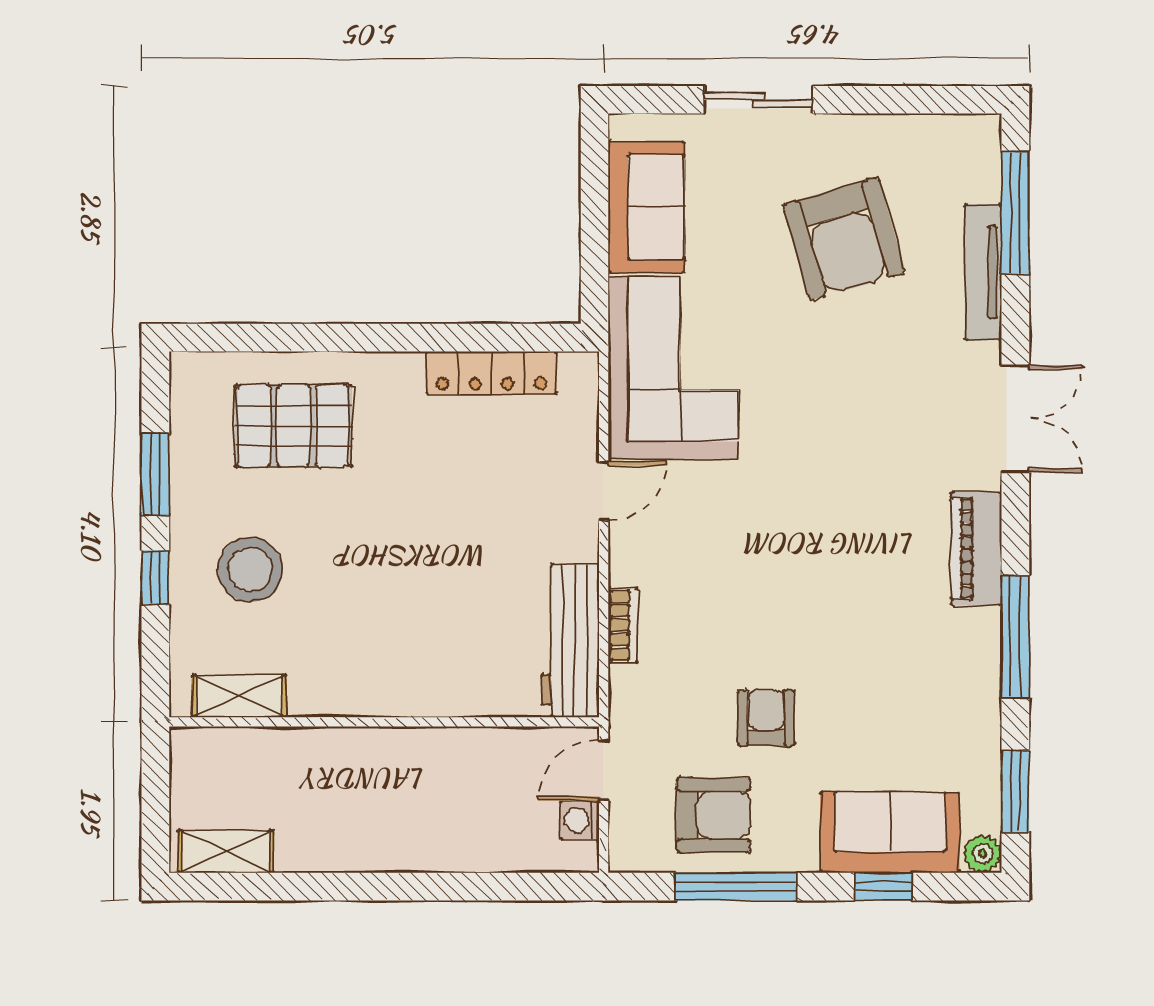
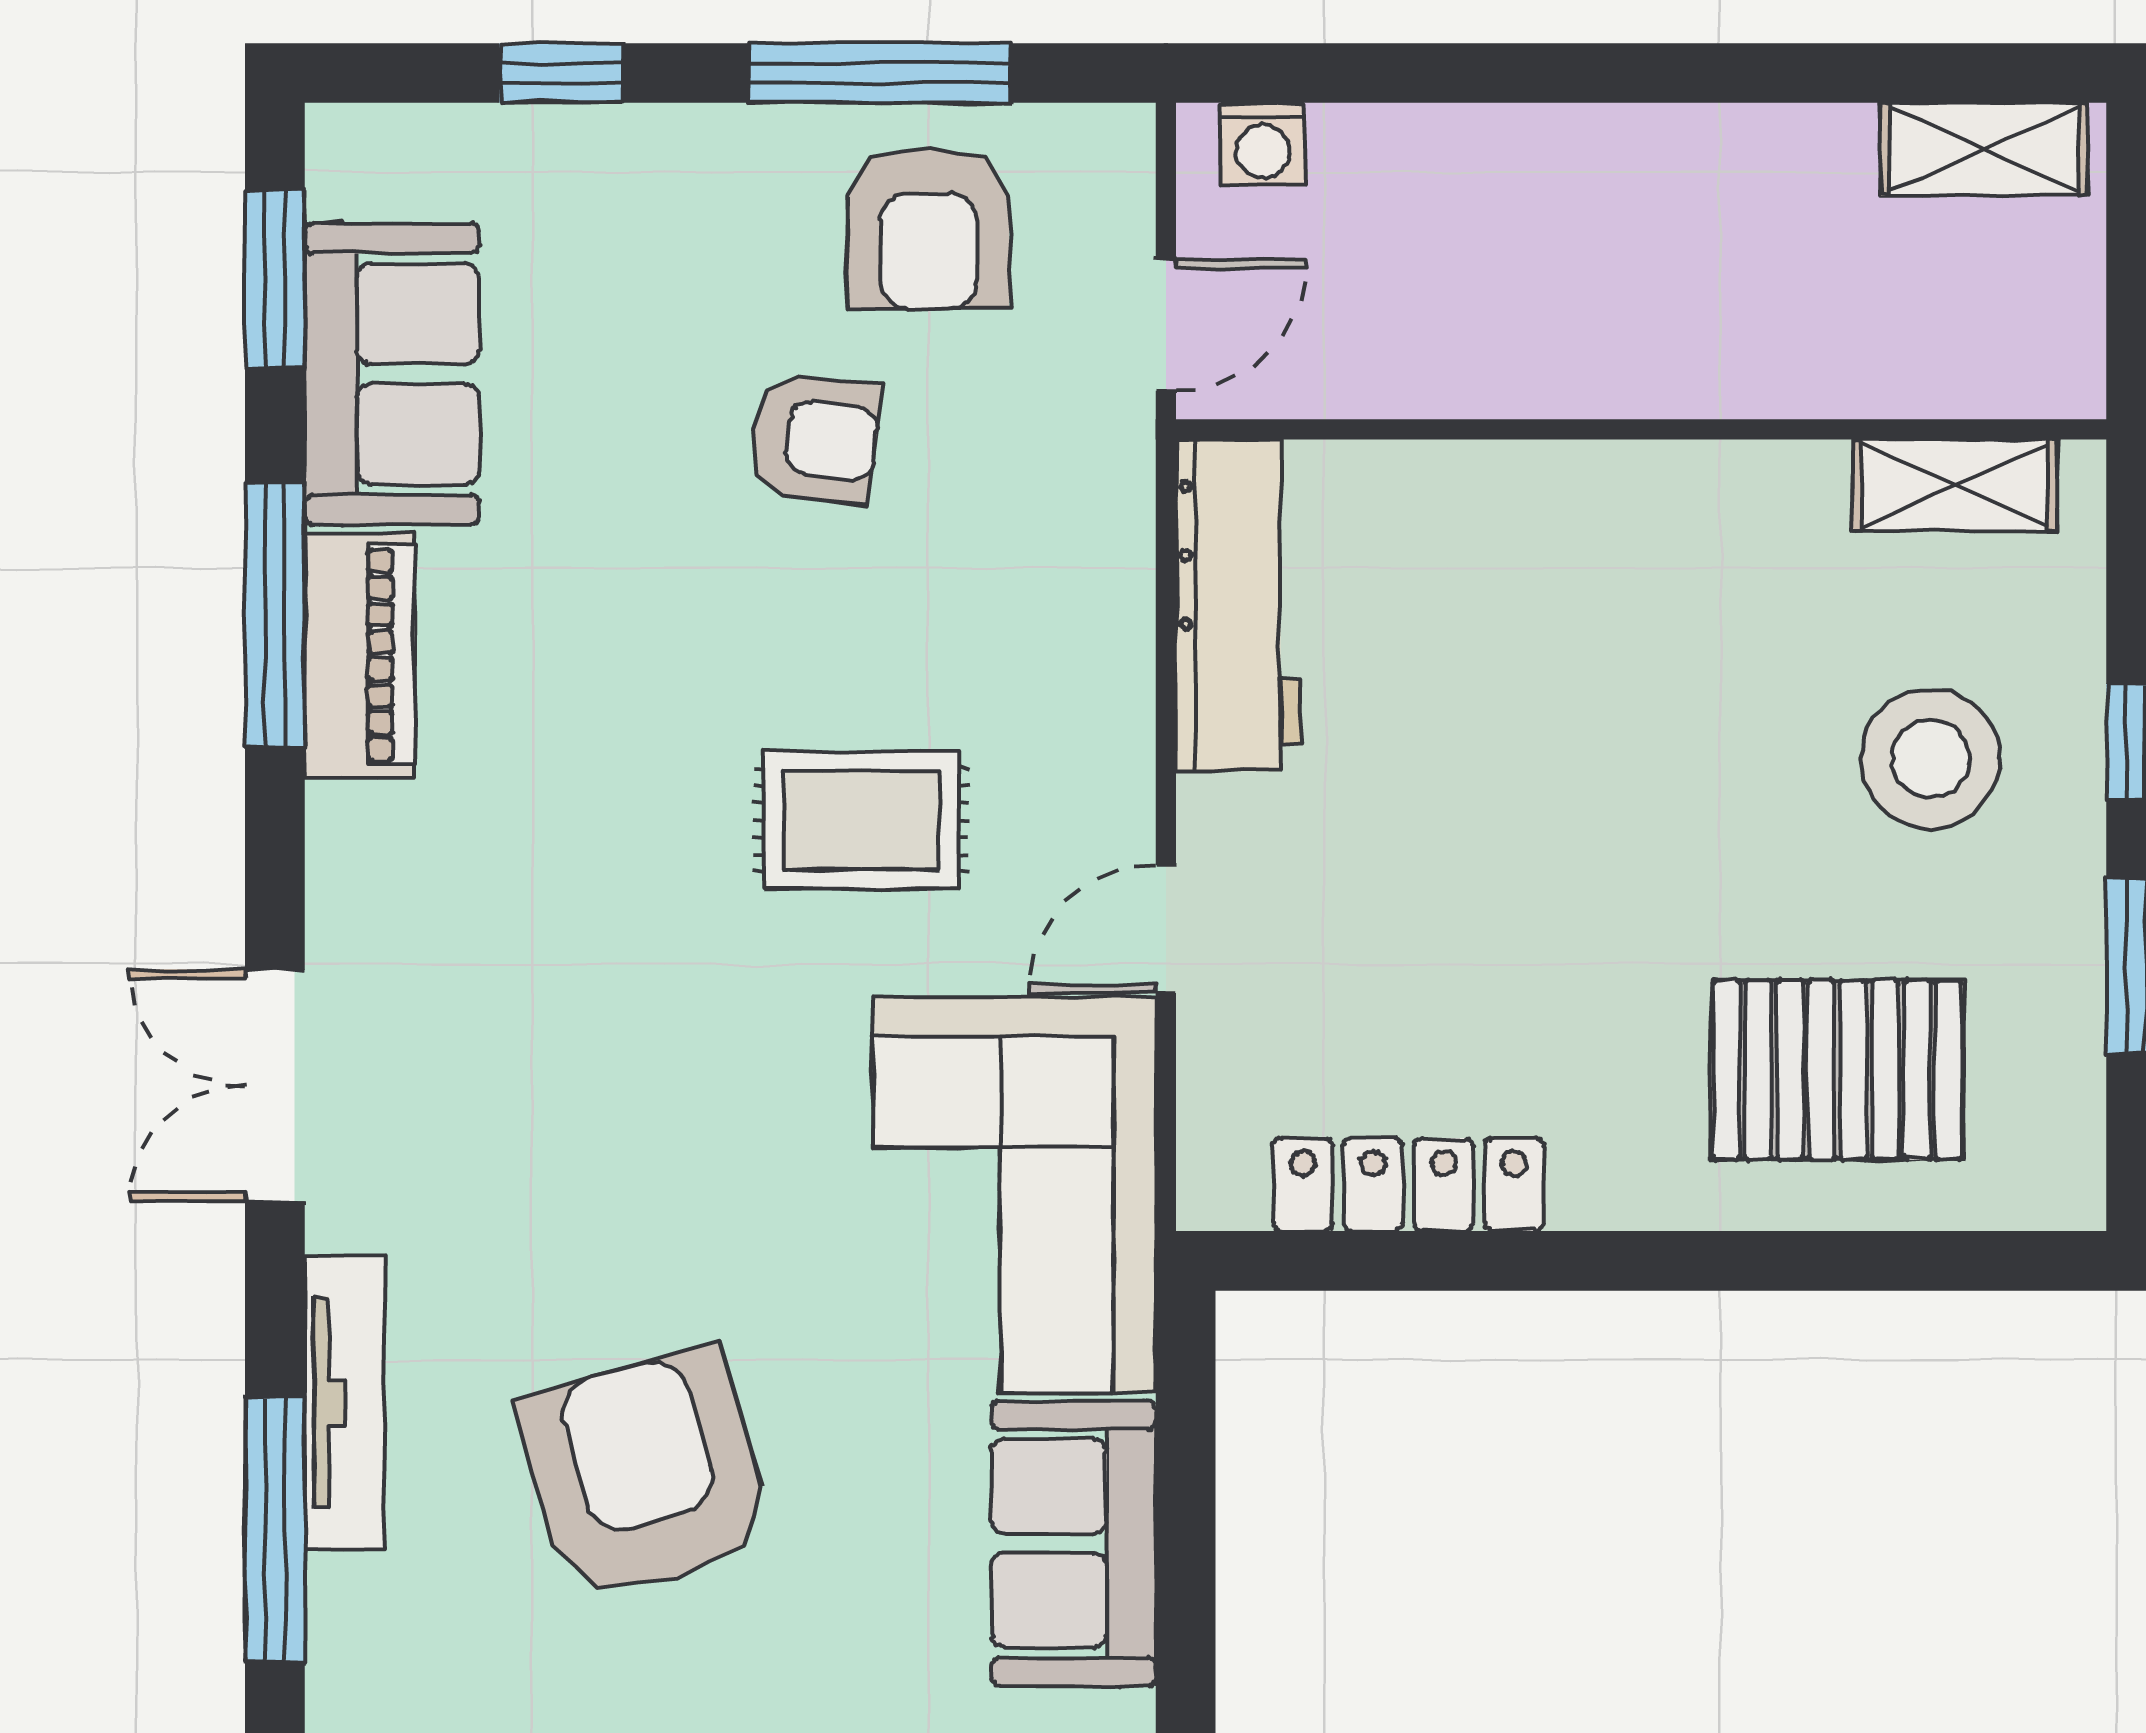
rug: (744, 541) -> (861, 820), added
piano: (976, 549) -> (359, 655), moved
bookcase: (623, 625) -> (1124, 638), removed
armchair: (766, 718) -> (815, 438), turned -83
armchair: (713, 815) -> (928, 228), turned -90
washing machine: (580, 820) -> (1262, 144), moved, turned 90
sofa: (890, 833) -> (392, 374), moved, turned -90
plant: (982, 854) -> (346, 144), removed

